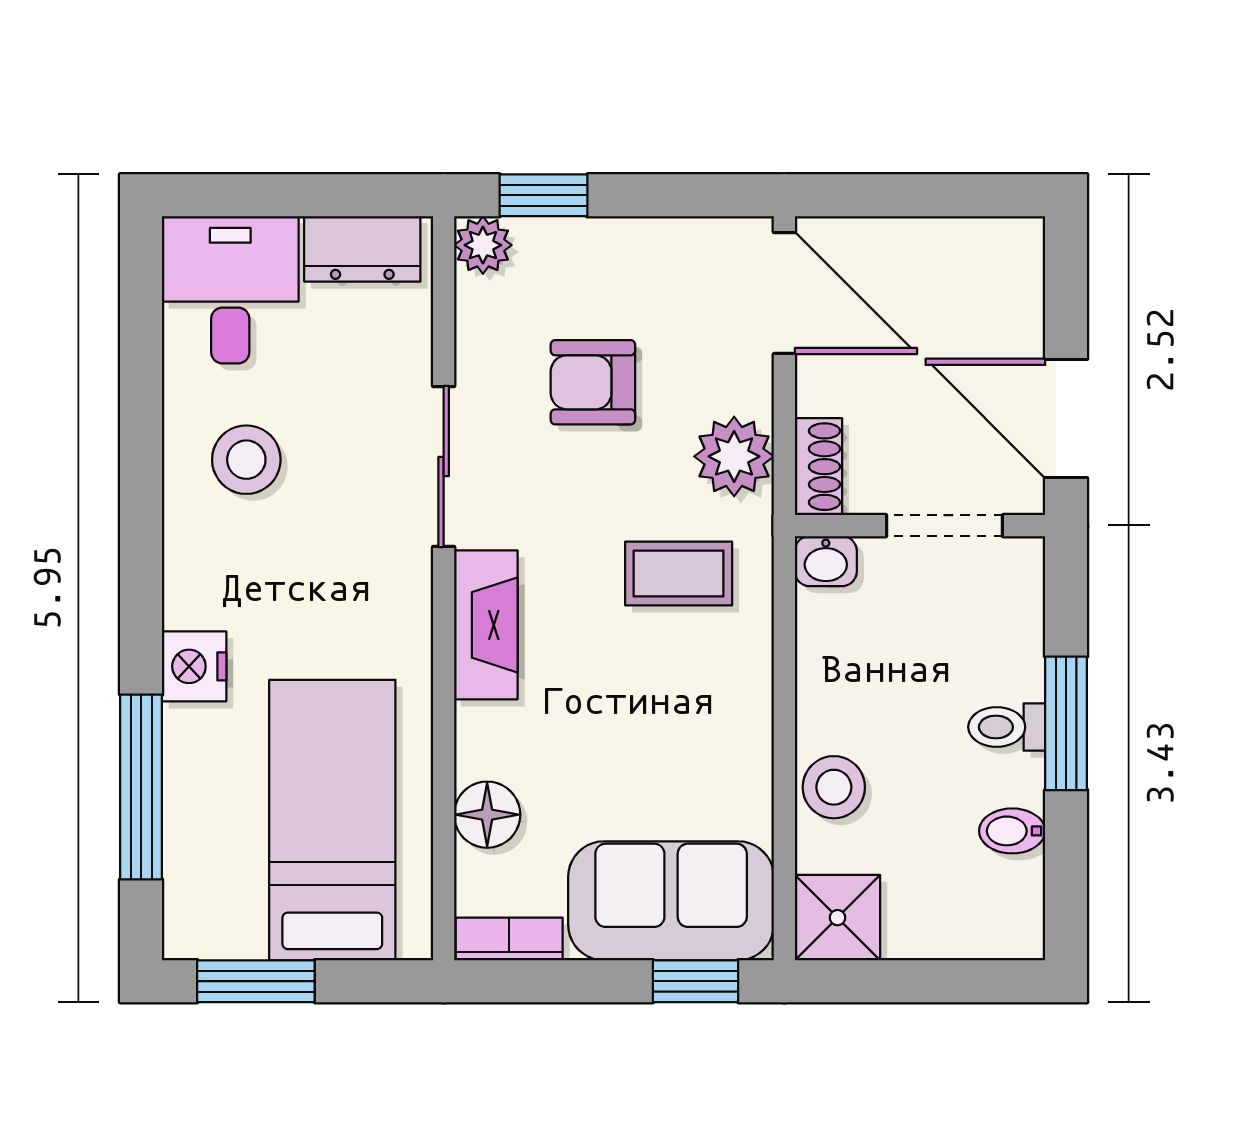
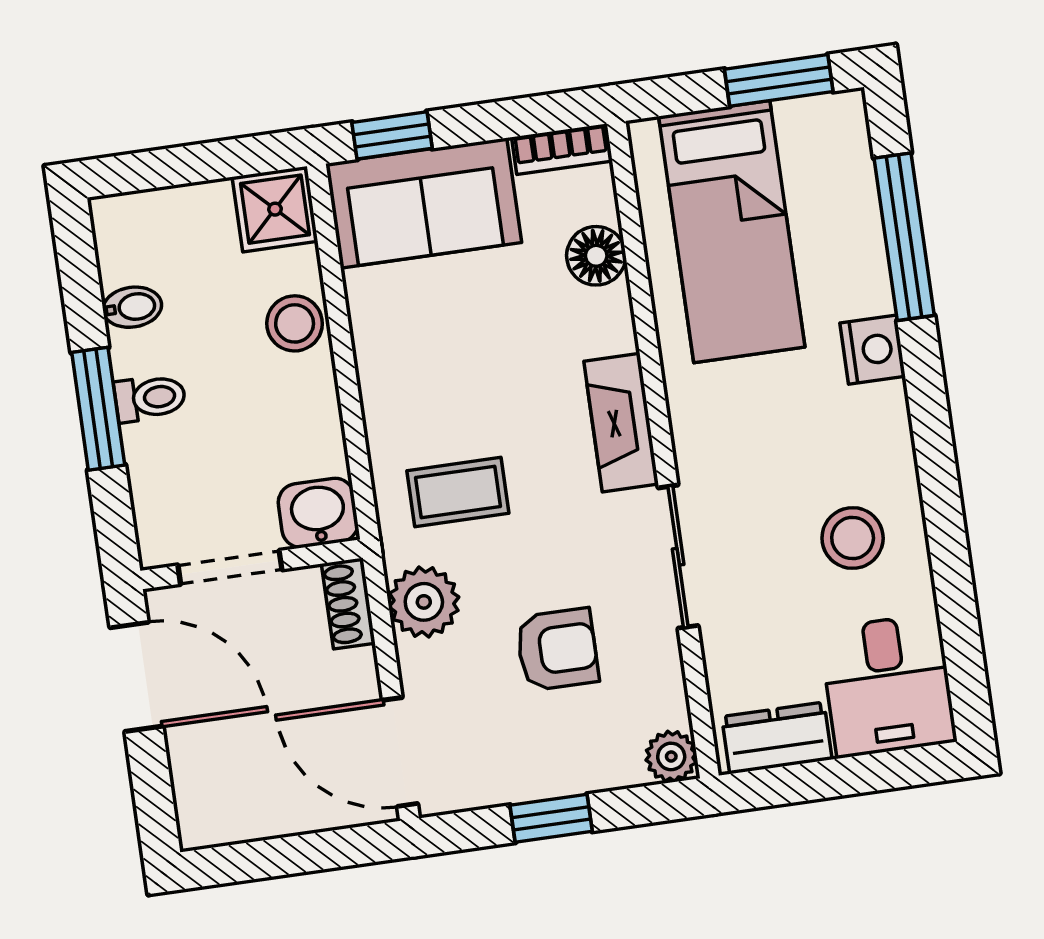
window: (543, 195) -> (551, 818), moved
washbasin: (826, 561) -> (318, 513), width x1.38, depth x1.45

